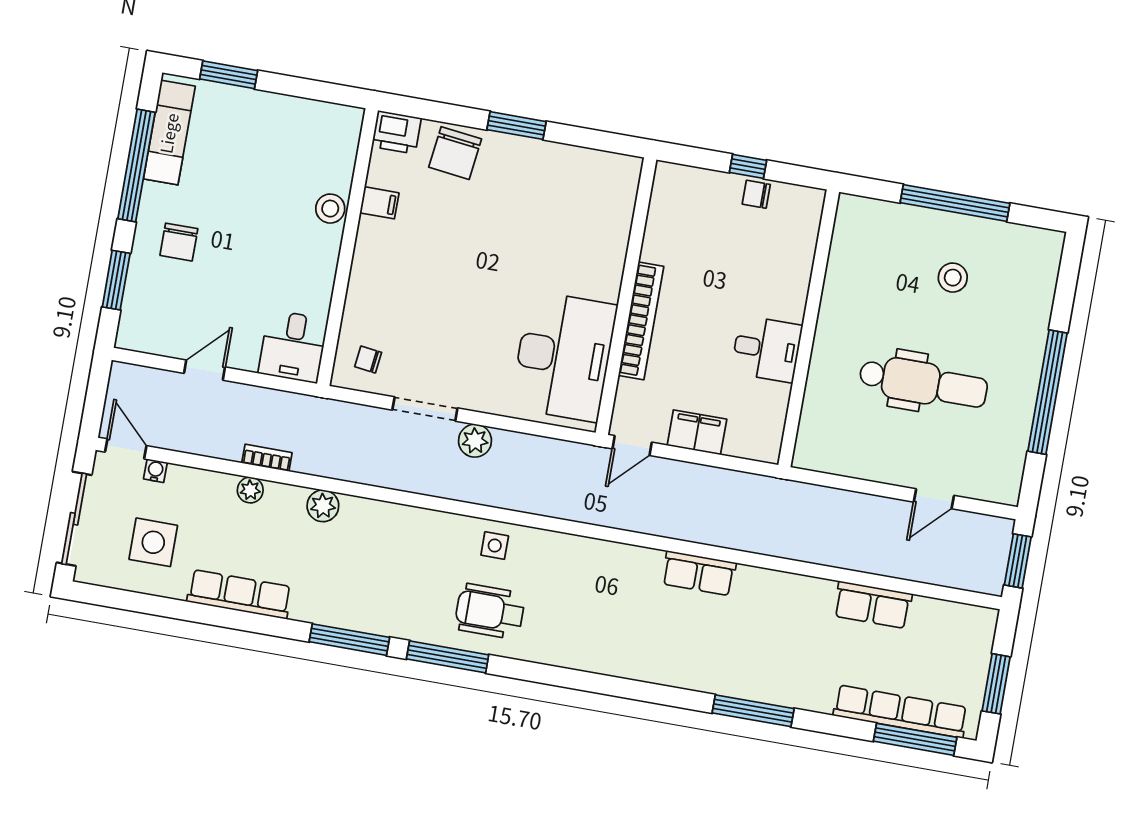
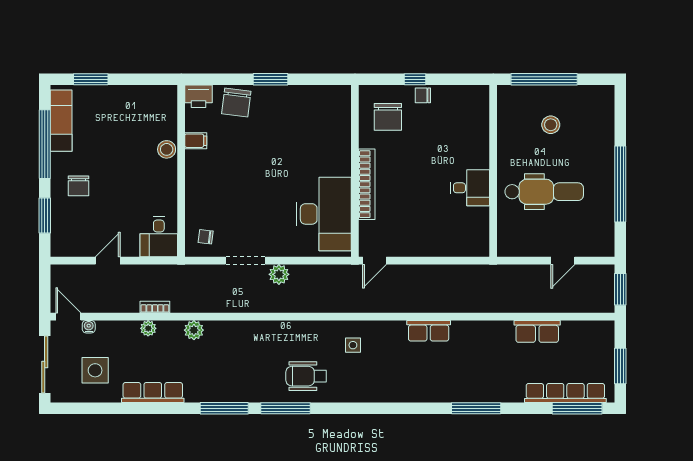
chair: (694, 219) -> (388, 117), added
wall: (809, 328) -> (493, 171), moved
desk: (767, 349) -> (470, 188), moved
filing cabinet: (697, 432) -> (412, 246), removed
side table: (495, 546) -> (353, 345), moved

